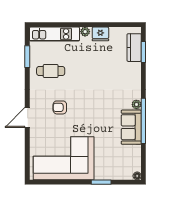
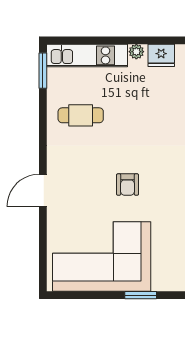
window: (27, 57) -> (43, 71), moved
armchair: (60, 107) -> (128, 185), moved, turned -90
window: (101, 182) -> (141, 295), moved

